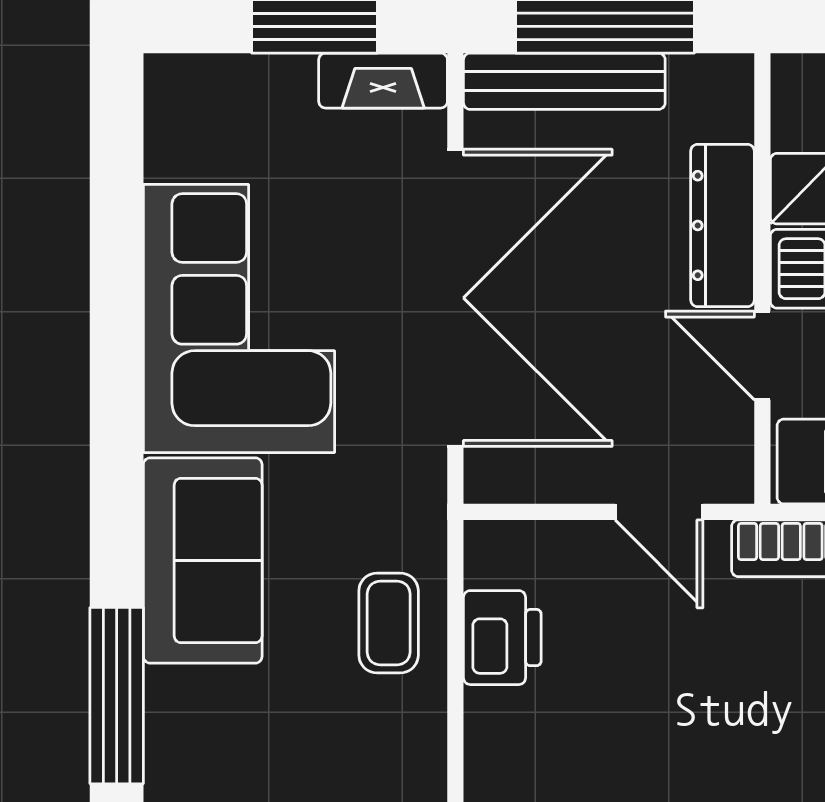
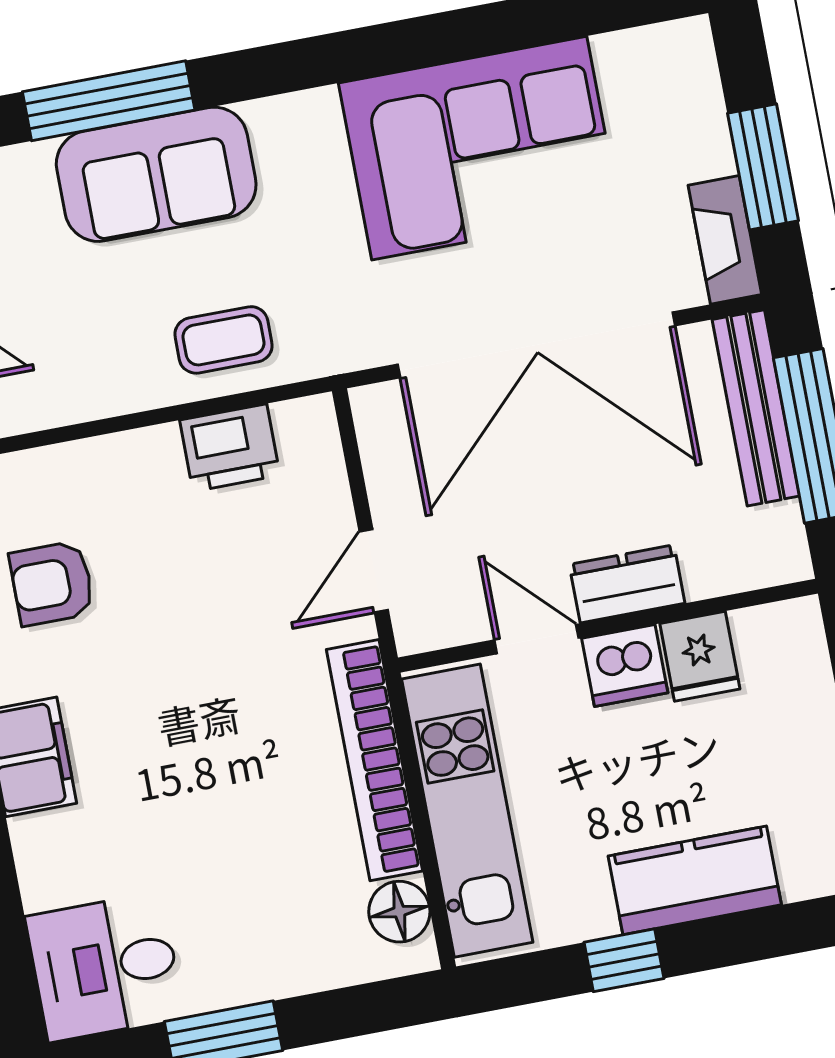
dresser: (722, 225) -> (627, 584), width x0.70
door: (762, 355) -> (537, 639), hinge flipped
sofa: (203, 561) -> (156, 174), moved

